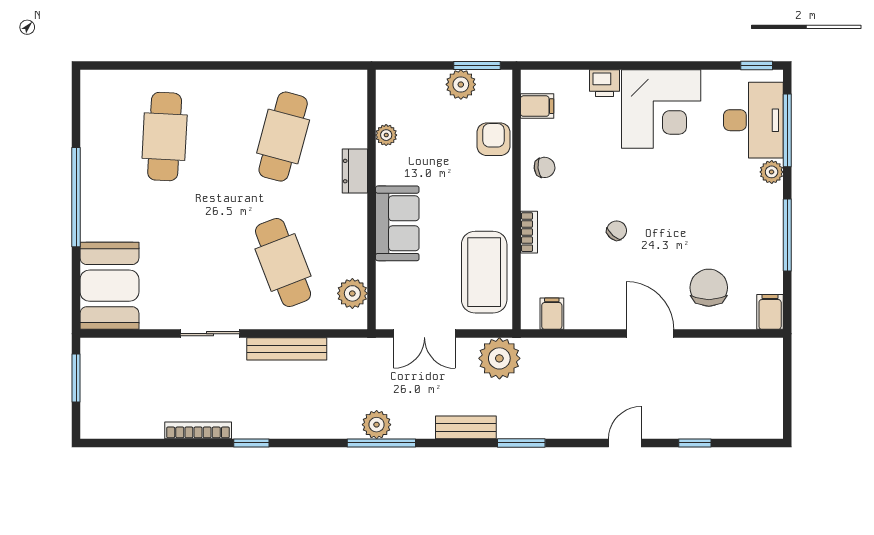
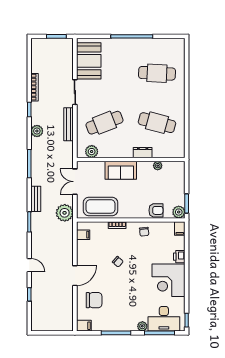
plant: (461, 84) -> (179, 212), moved
filing cabinet: (537, 106) -> (180, 229), moved
booth: (109, 286) -> (89, 61), moved, turned 90
plant: (377, 425) -> (37, 131), moved

